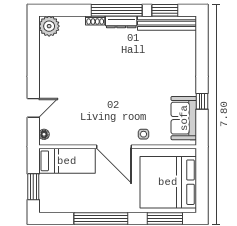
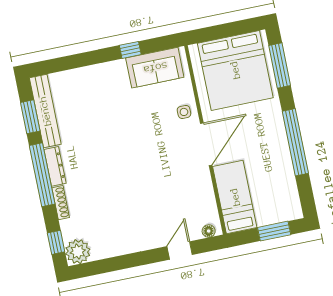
window: (60, 10) -> (56, 242), added
shoe rack: (95, 20) -> (61, 203), width x1.43
door: (33, 108) -> (180, 250), hinge flipped

